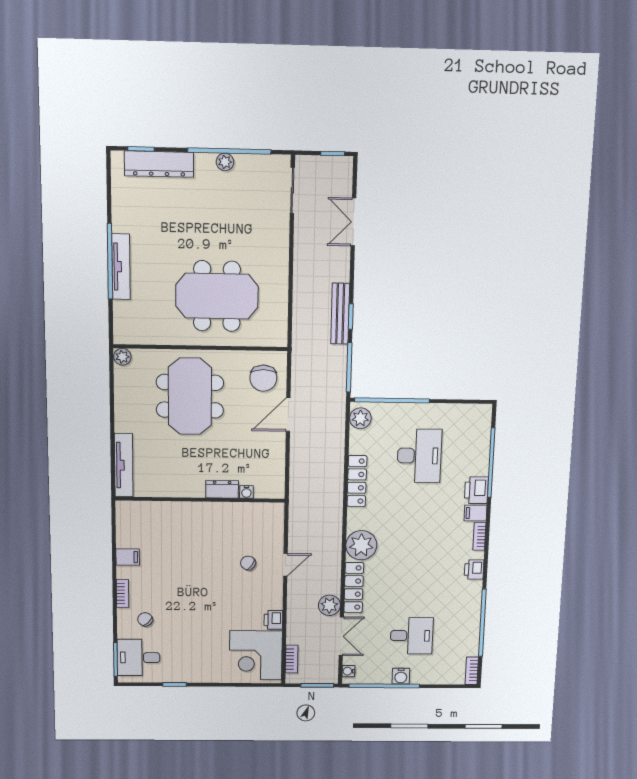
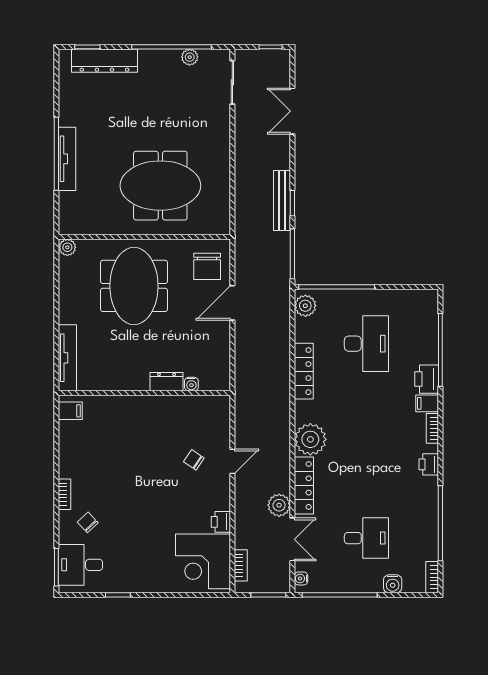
plant: (225, 162) -> (190, 57), moved
filing cabinet: (128, 557) -> (70, 411), moved
water cooler: (401, 676) -> (393, 584), moved

